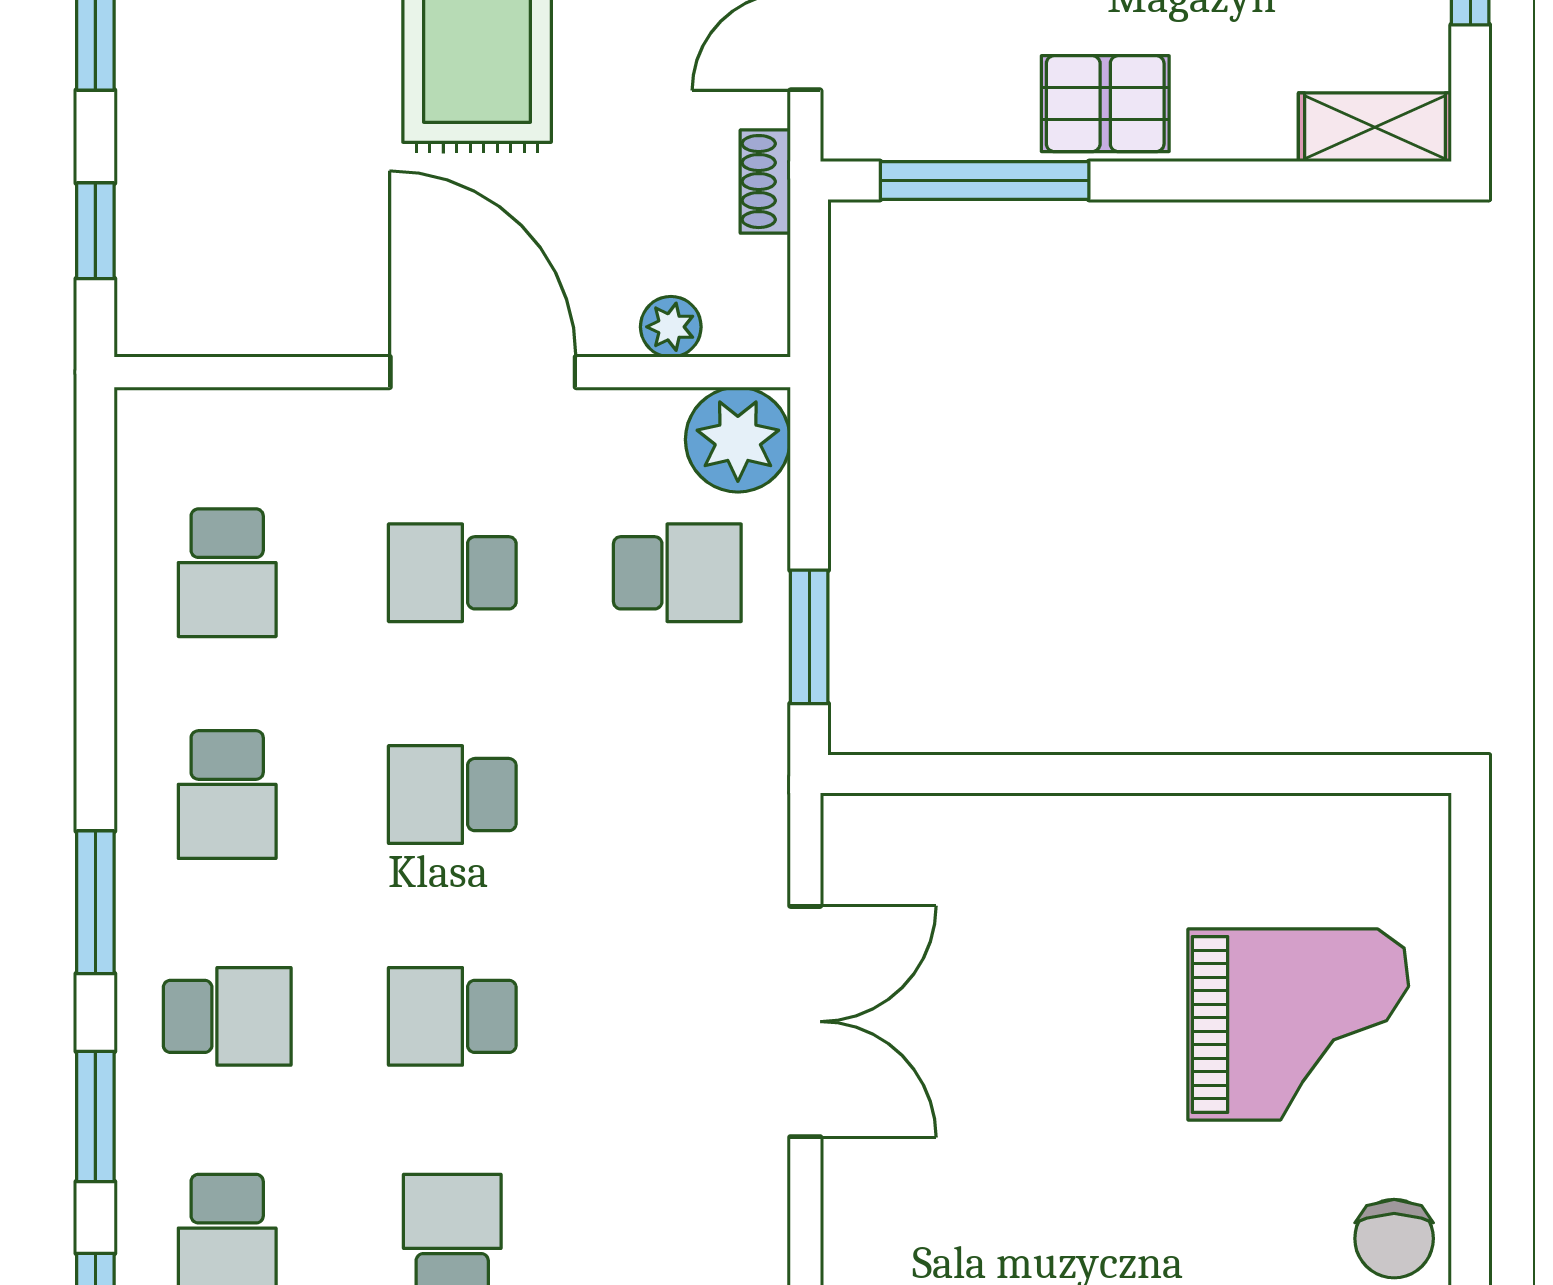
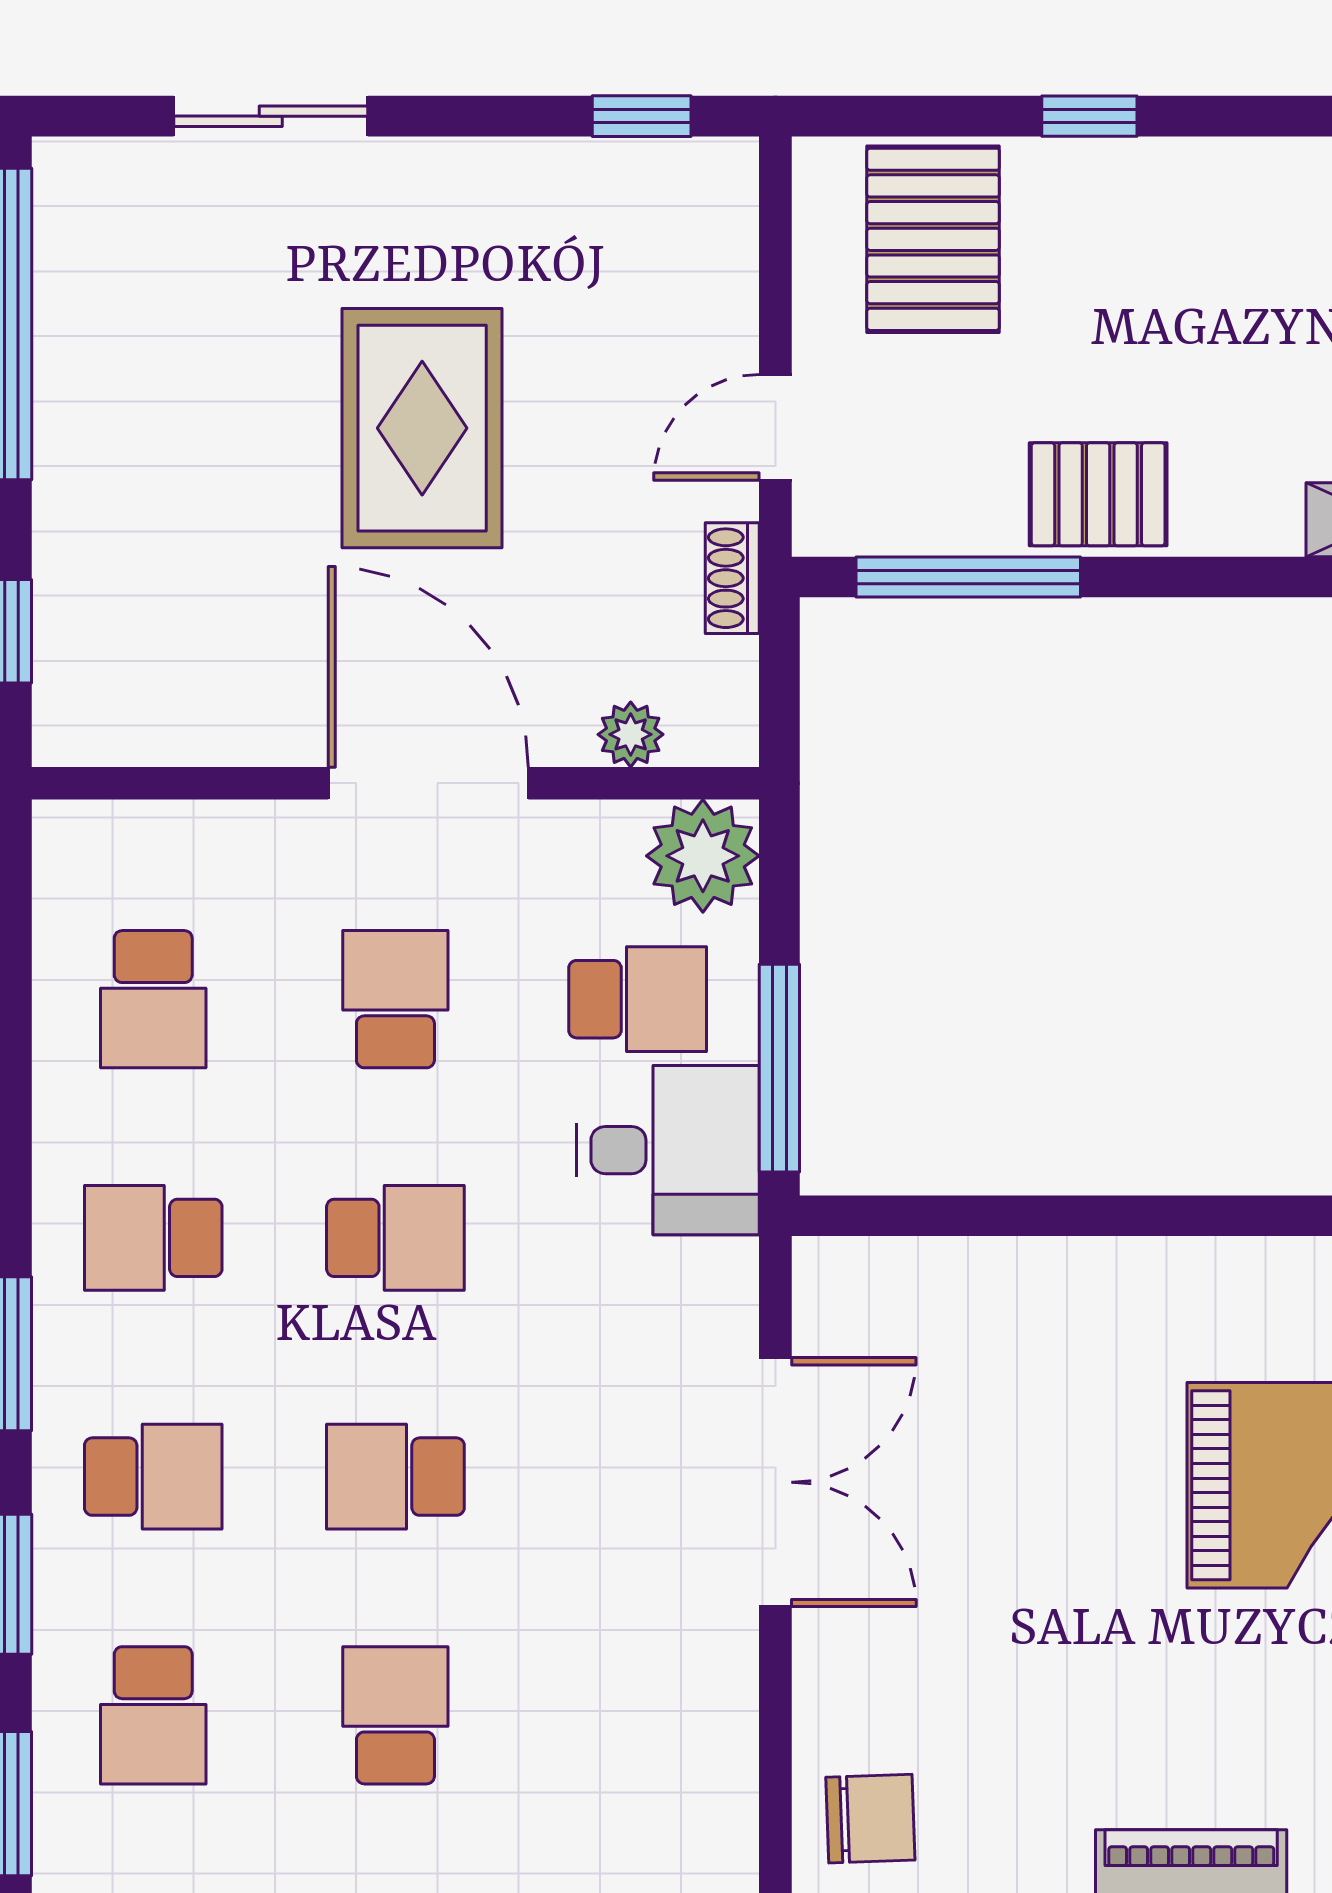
school desk: (452, 573) -> (395, 999), turned 90
window: (809, 637) -> (779, 1068), width x1.44
desk: (705, 713) -> (668, 1150), added
school desk: (227, 795) -> (153, 1238), turned 90
school desk: (452, 795) -> (395, 1238), turned 180

